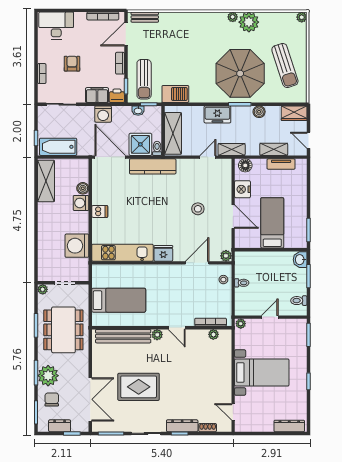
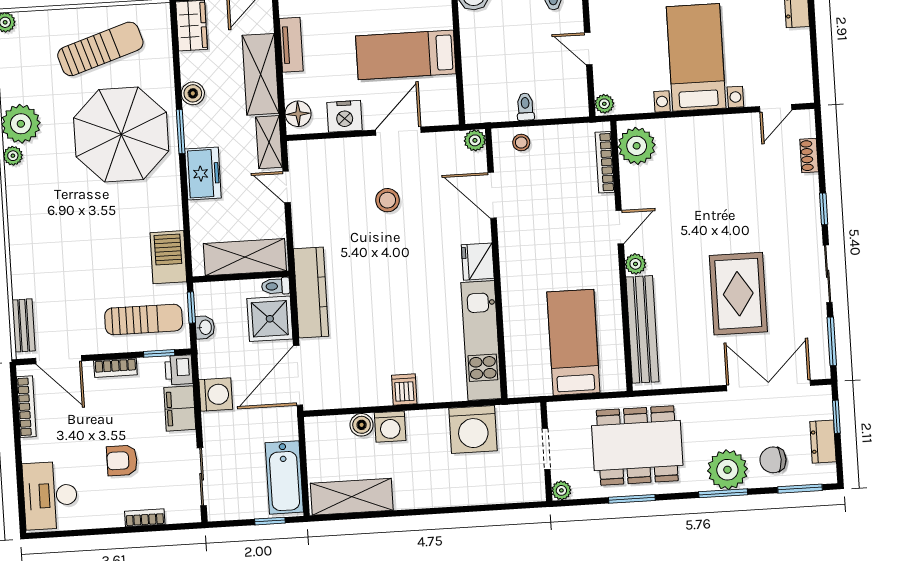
shelving: (274, 149) -> (260, 74), width x1.50, depth x1.33
plant: (213, 334) -> (637, 146), width x1.88, depth x1.88
dresser: (182, 426) -> (808, 205), removed

